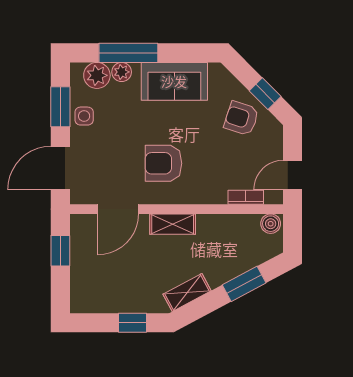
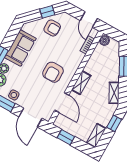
armchair: (241, 118) -> (52, 28), turned -108
shelving: (93, 303) -> (96, 136), added

